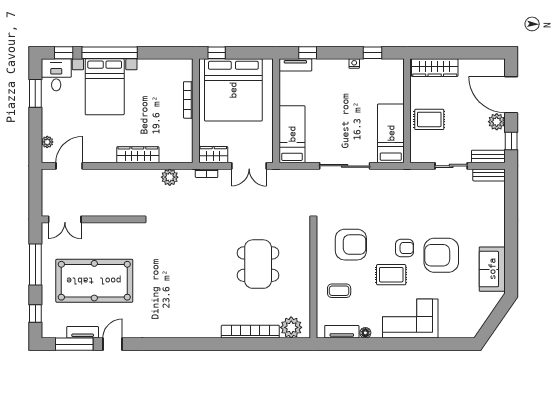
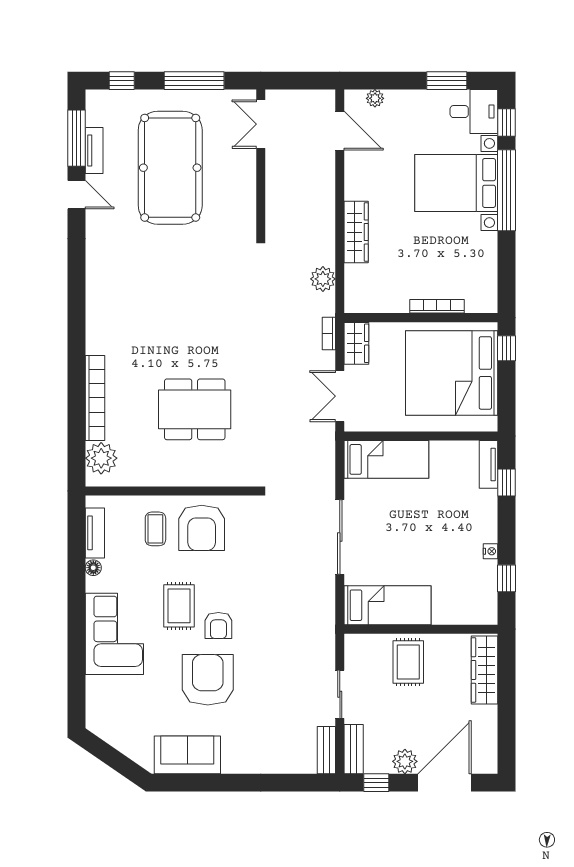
armchair: (351, 245) -> (202, 528), moved

